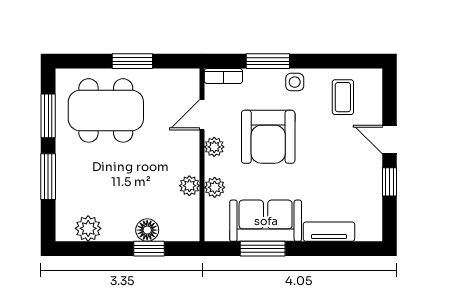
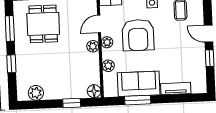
dining table: (106, 110) -> (43, 24), width x0.73
window: (48, 177) -> (11, 64), width x0.67
plant: (189, 186) -> (93, 46), moved
floor lamp: (147, 230) -> (94, 91), moved

